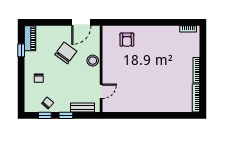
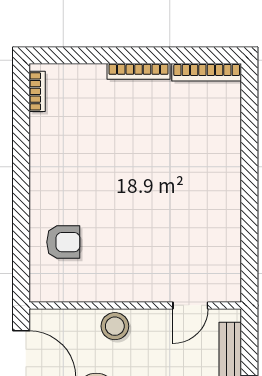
door: (101, 91) -> (190, 305), swing flipped

